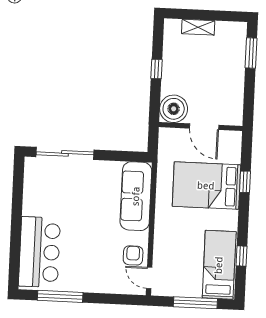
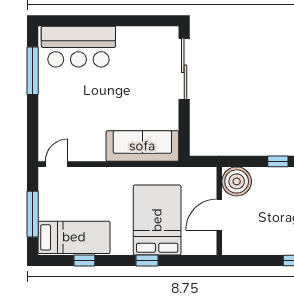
window: (245, 182) -> (147, 261), moved
armchair: (133, 255) -> (80, 146), removed

